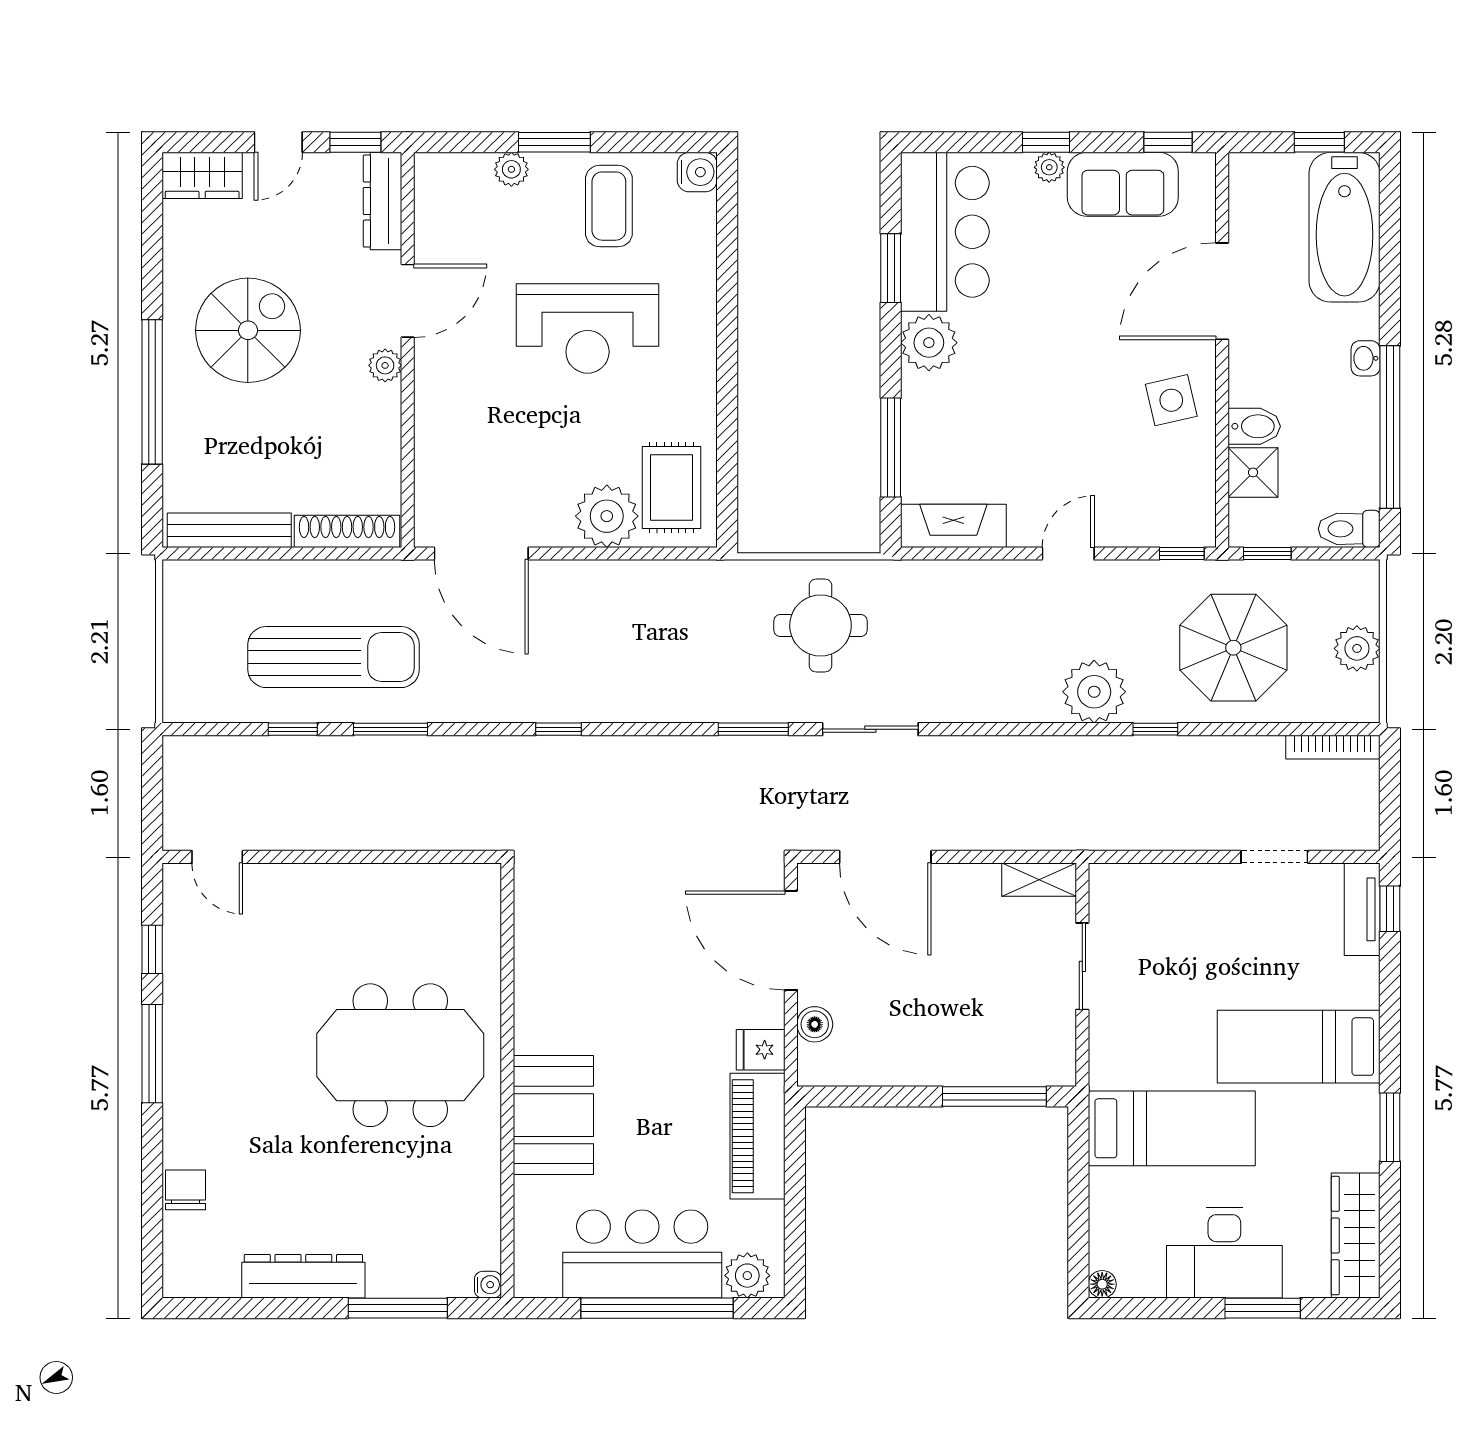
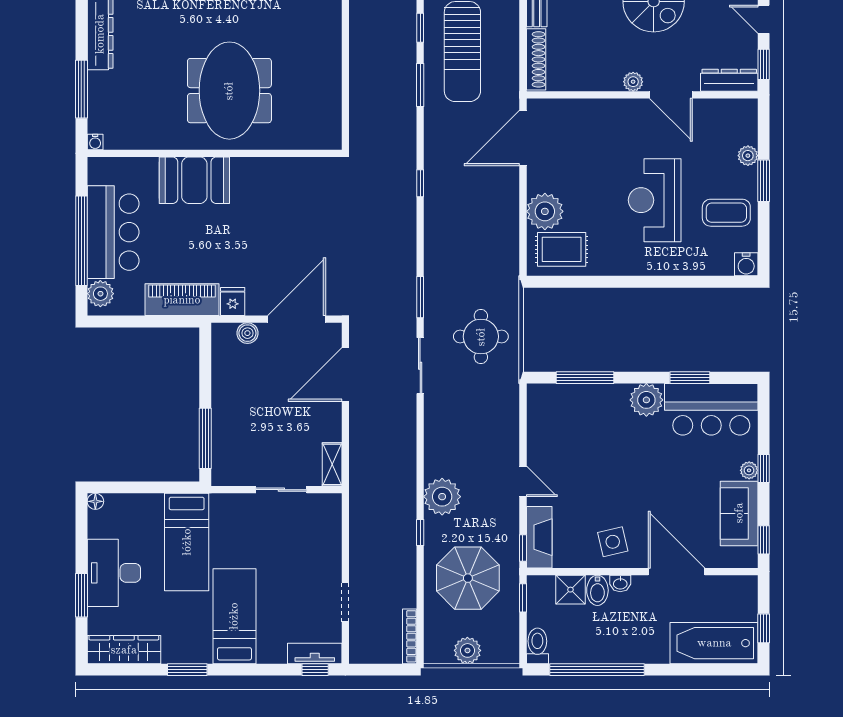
washbasin: (1365, 358) -> (620, 583), moved, turned 180
fireplace: (953, 526) -> (539, 537), moved

